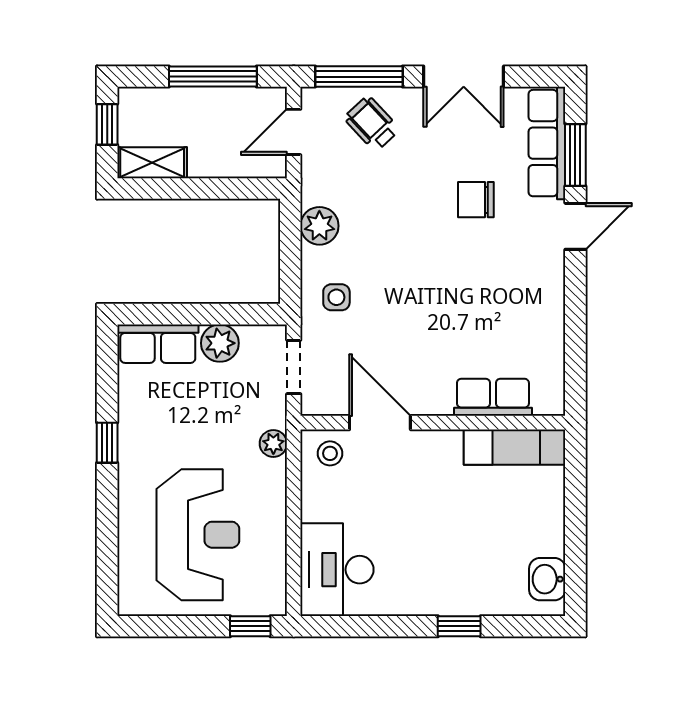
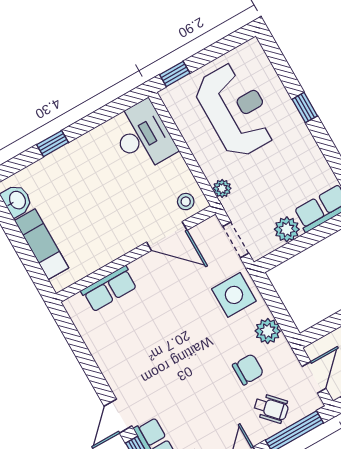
chair: (476, 200) -> (248, 369), moved
side table: (336, 297) -> (234, 295), width x1.87, depth x1.87
window: (107, 443) -> (305, 108), moved
exam couch: (515, 447) -> (42, 244), moved, turned 90
reception desk: (198, 535) -> (236, 110), turned 180

